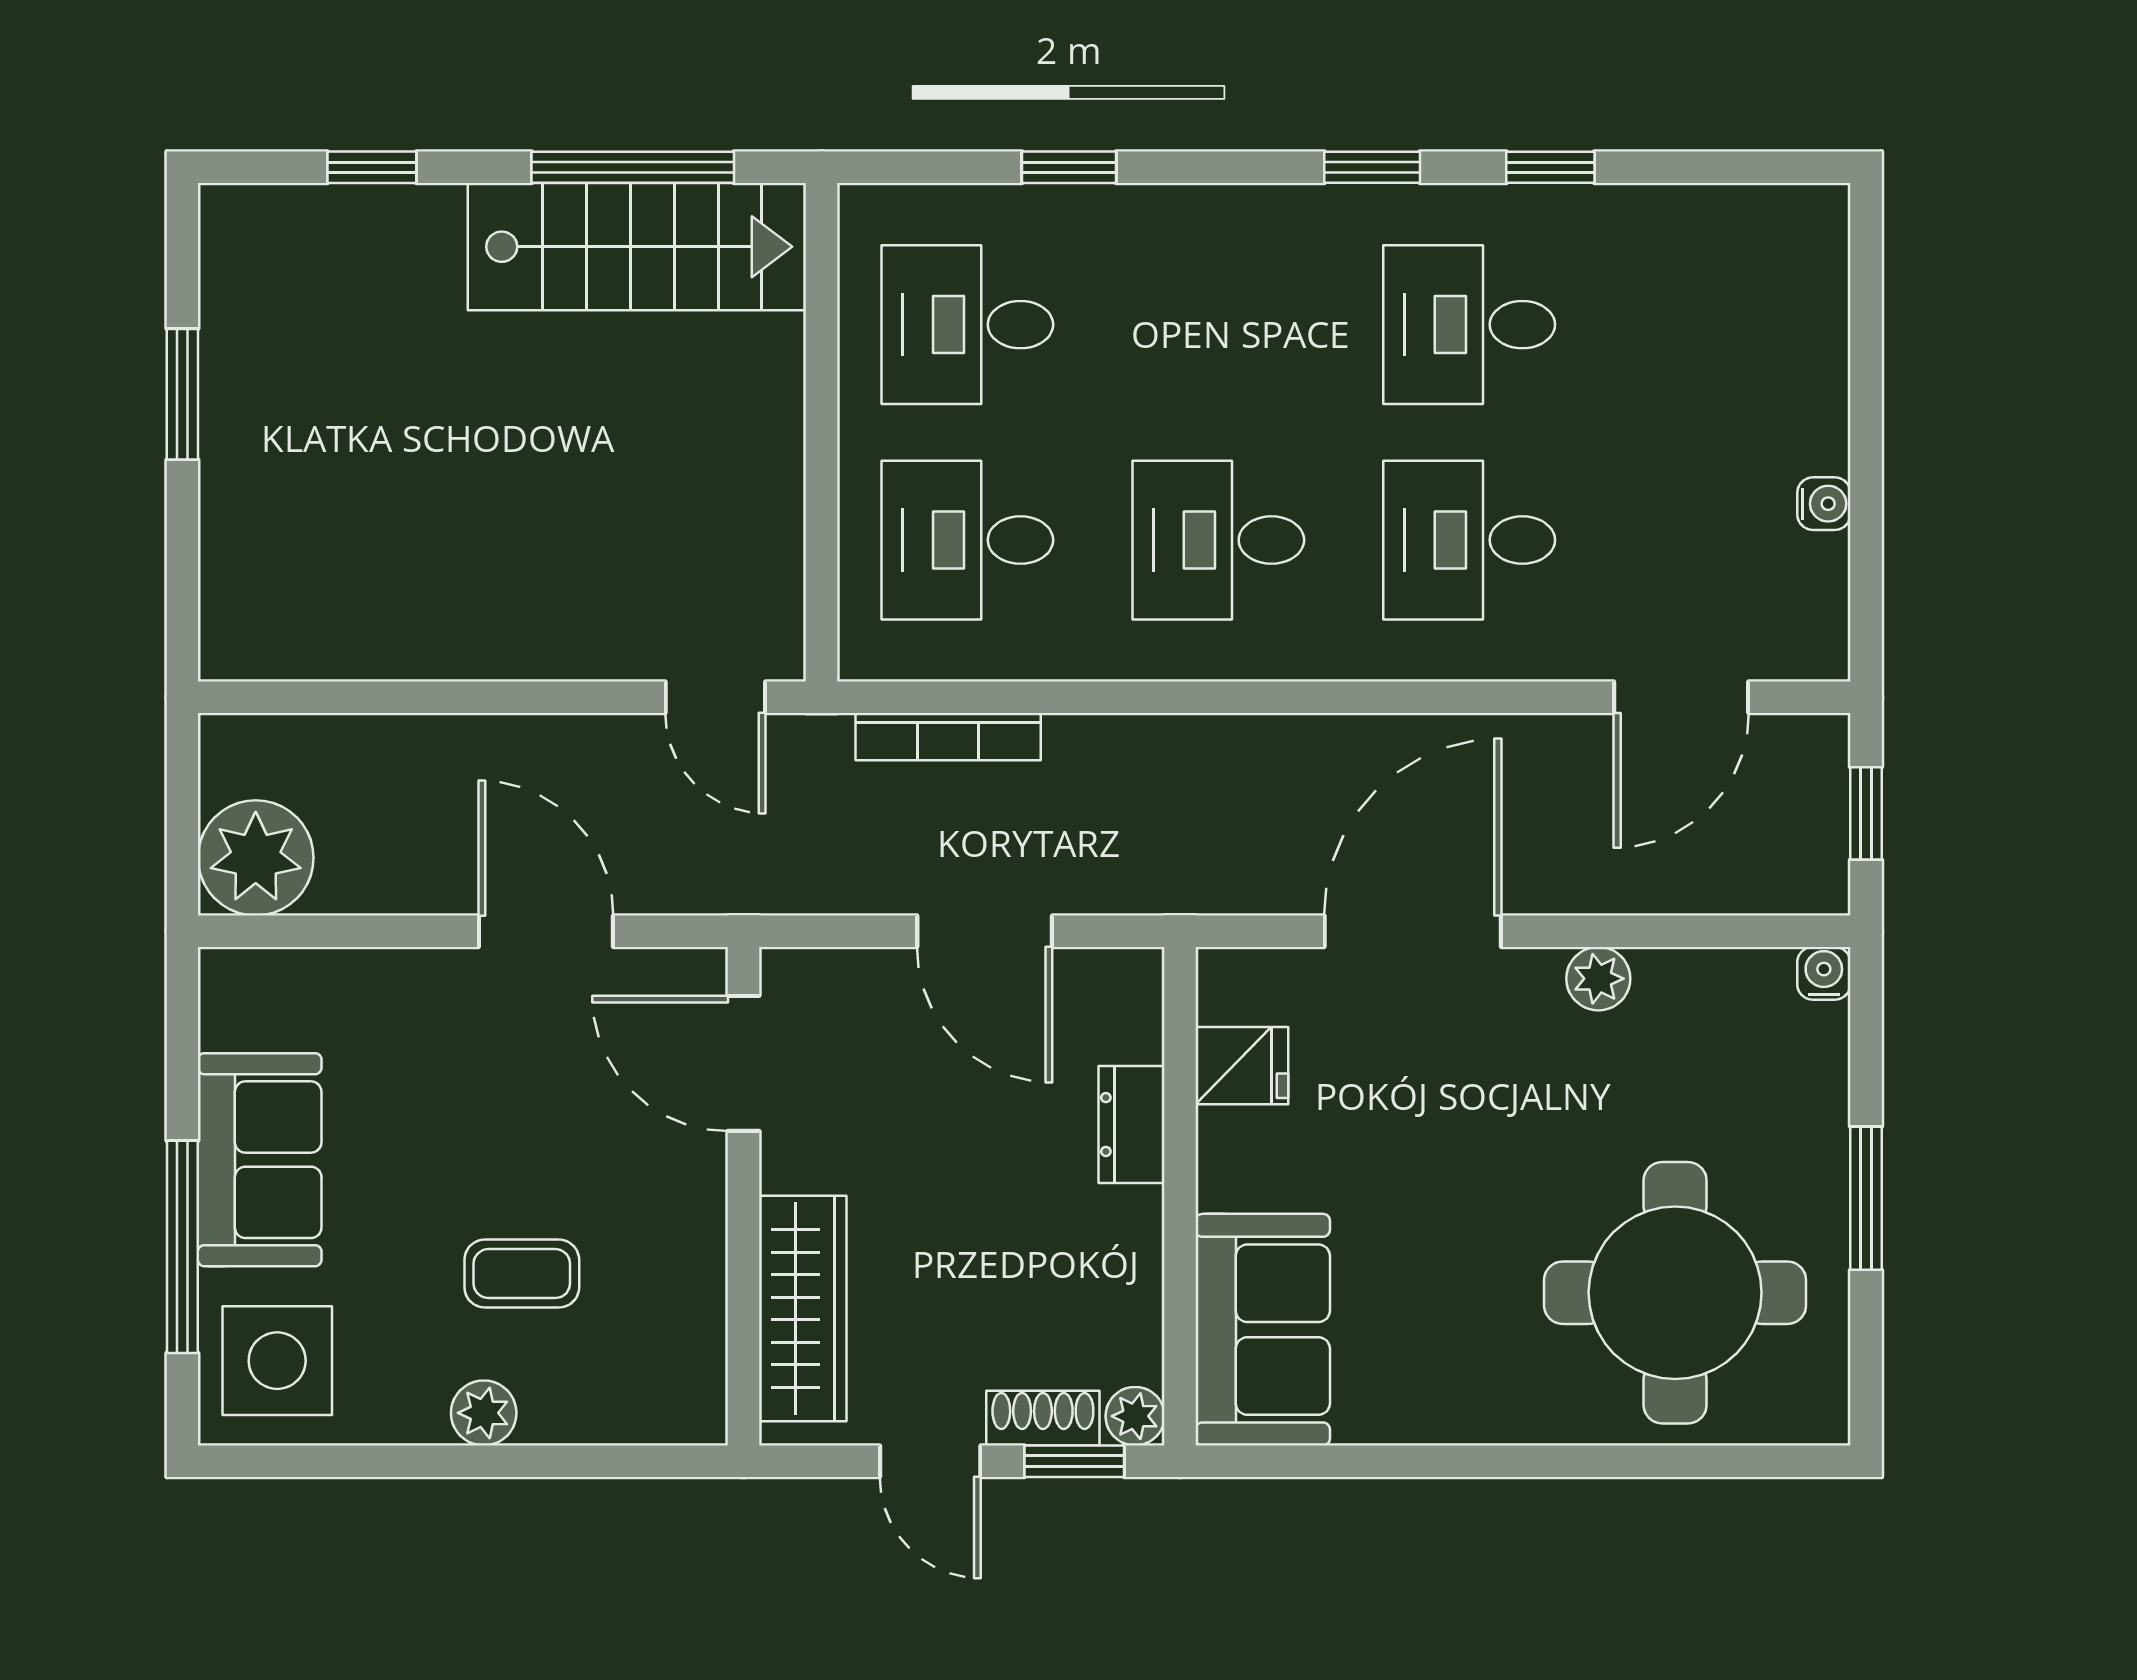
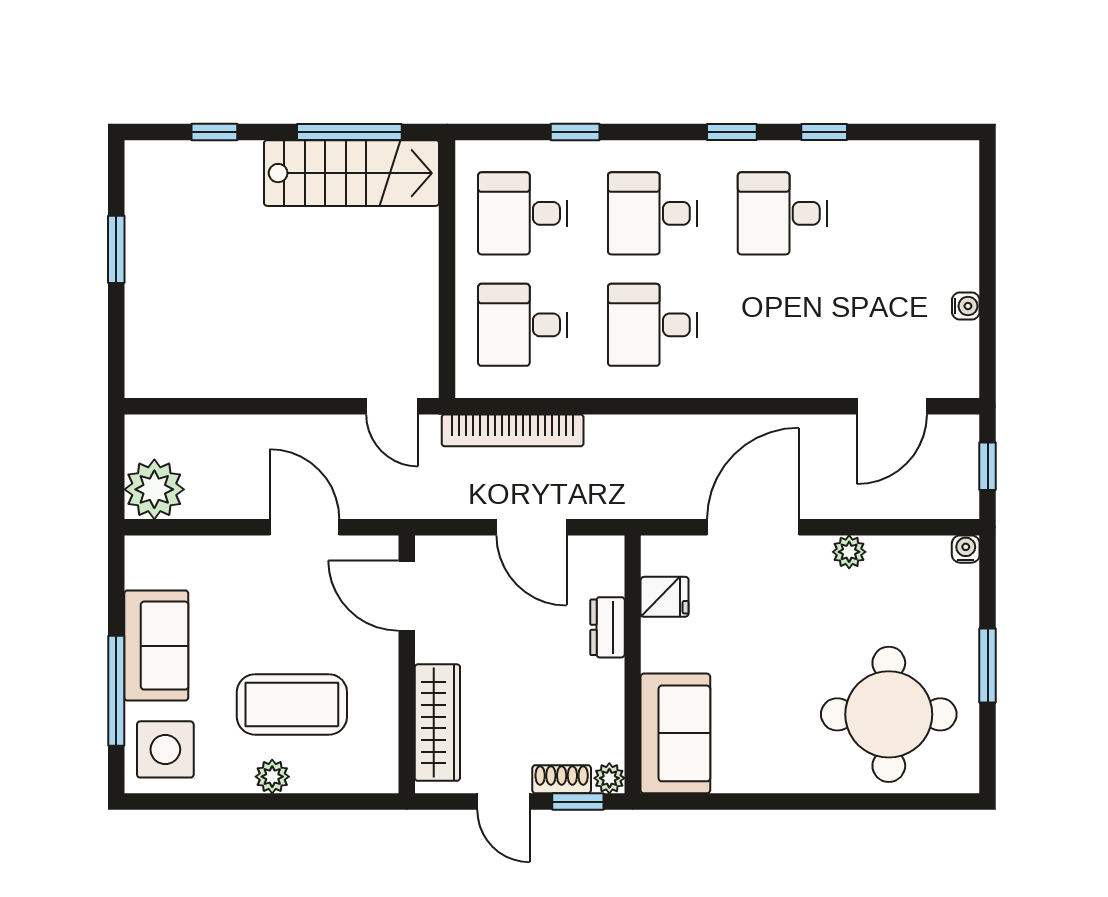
desk: (1469, 540) -> (652, 213), moved
bookcase: (948, 737) -> (513, 430), width x1.48, depth x1.31
coffee table: (522, 1274) -> (292, 704), width x1.86, depth x1.72

